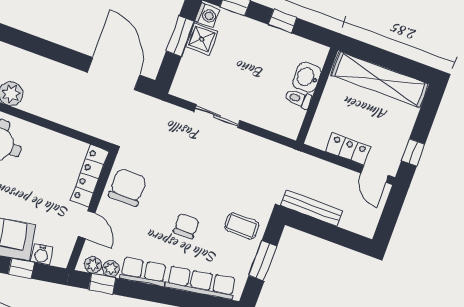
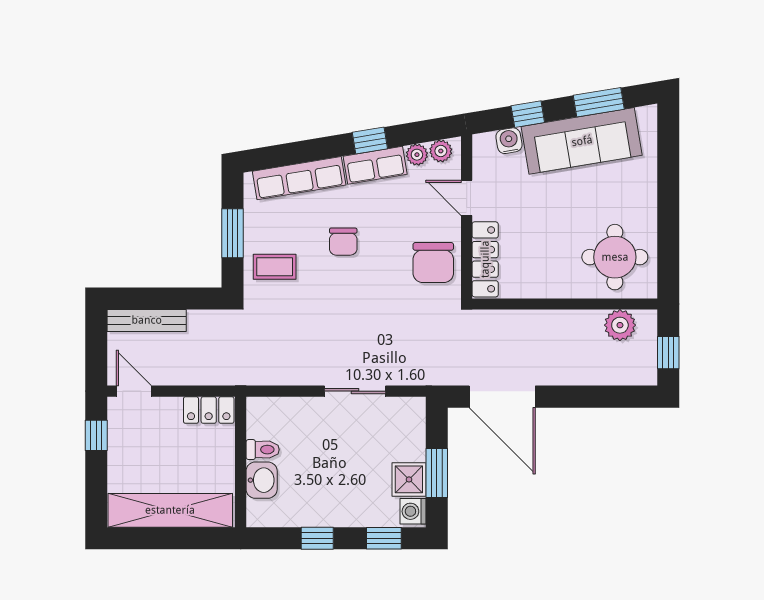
locker: (348, 149) -> (209, 410), moved
bench: (312, 208) -> (147, 320), moved
window: (102, 284) -> (370, 140), moved

